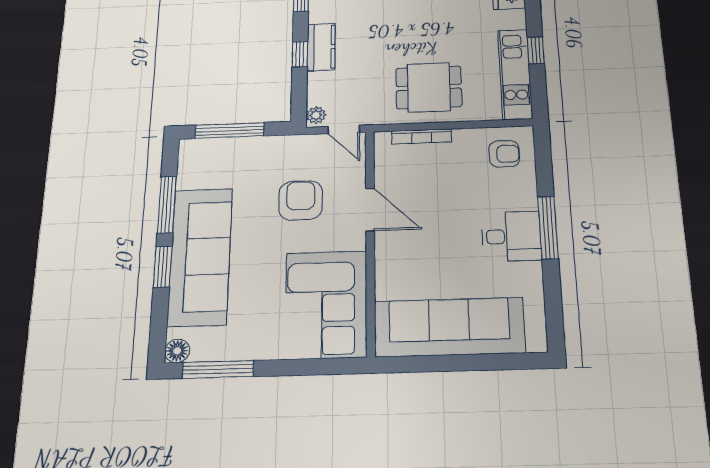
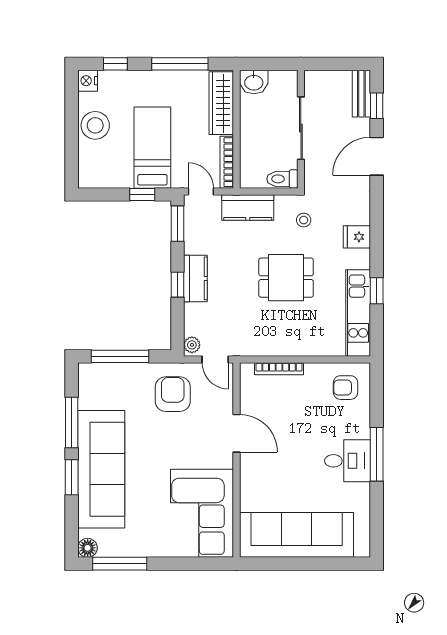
dining table: (429, 87) -> (286, 278), moved
armchair: (504, 154) -> (346, 388), turned 180
armchair: (301, 200) -> (173, 394), moved

